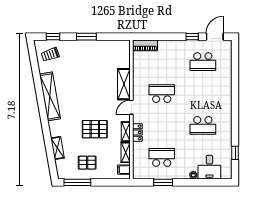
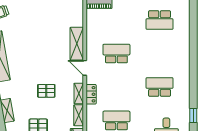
door: (131, 107) -> (85, 68), hinge flipped
school desk: (203, 125) -> (160, 87), turned 180
pallet: (95, 129) -> (46, 91), width x0.67, depth x0.71

